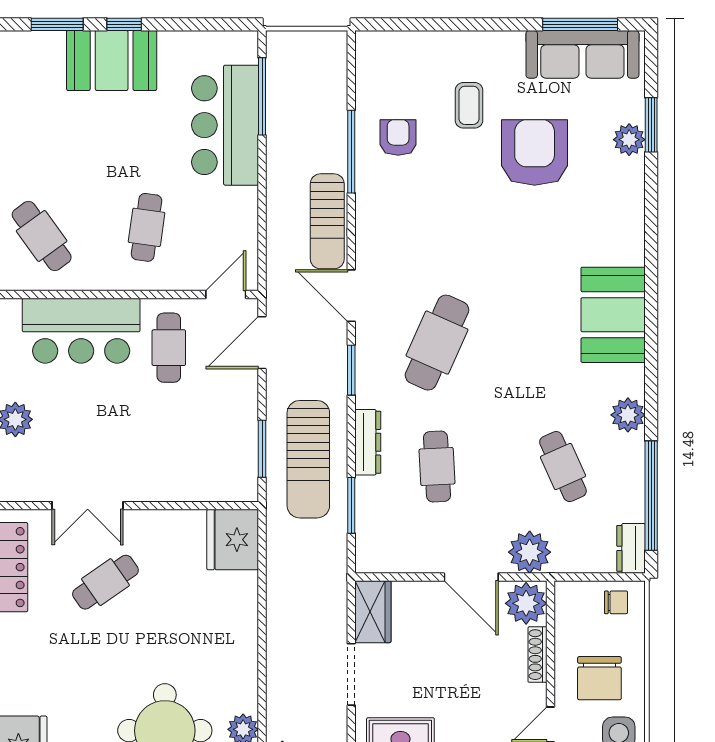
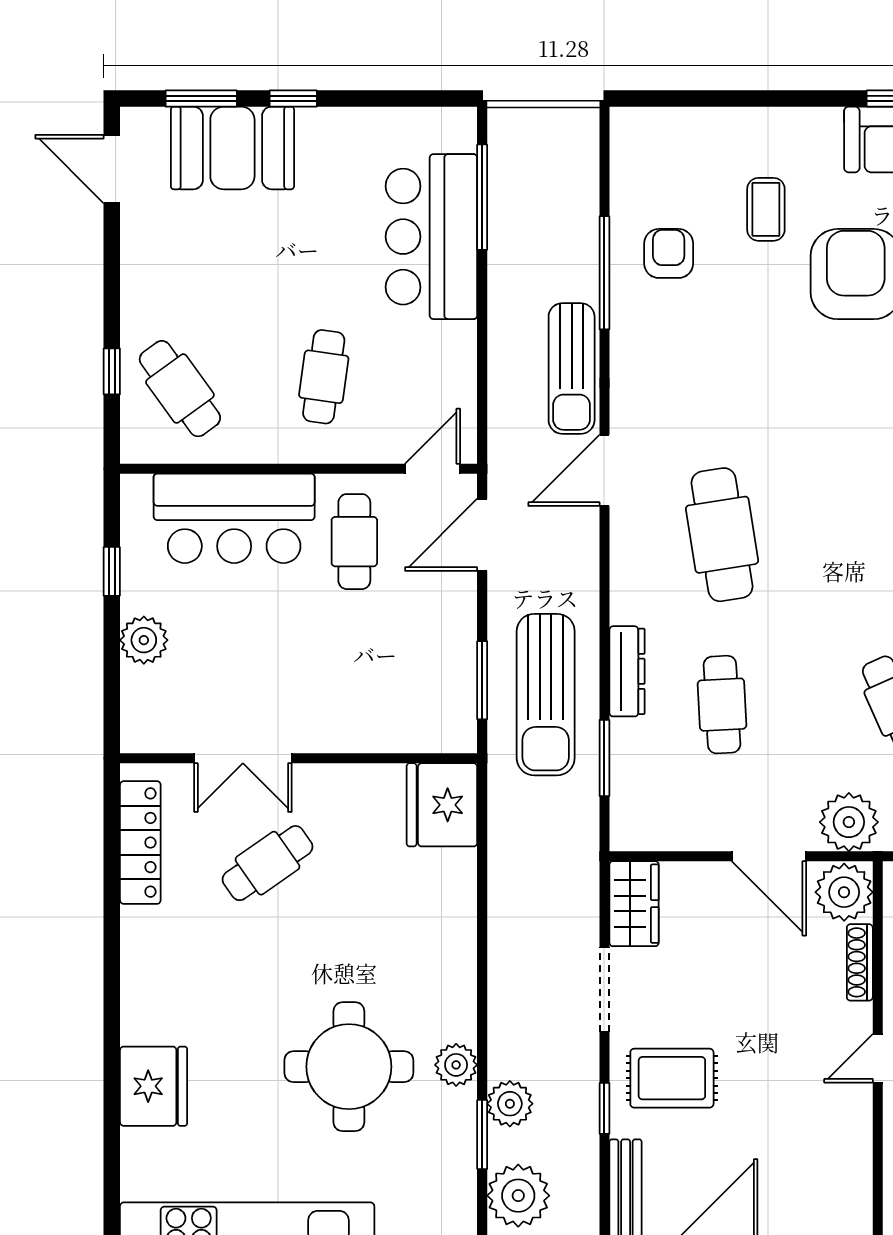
booth: (112, 60) -> (232, 148), moved
door: (351, 296) -> (604, 470), hinge flipped
cafe table: (437, 343) -> (722, 535), turned -33
window: (351, 370) -> (604, 572), removed

